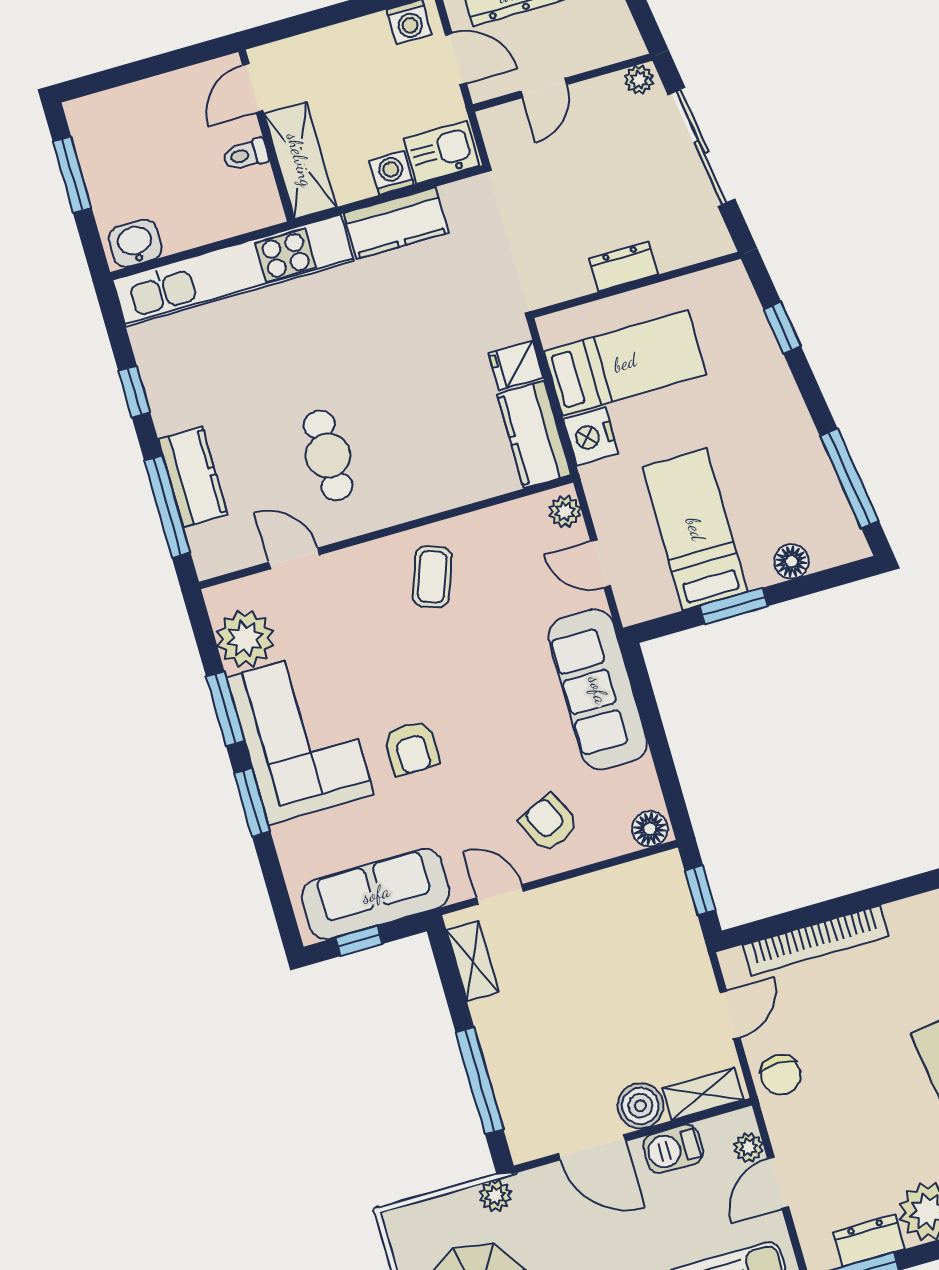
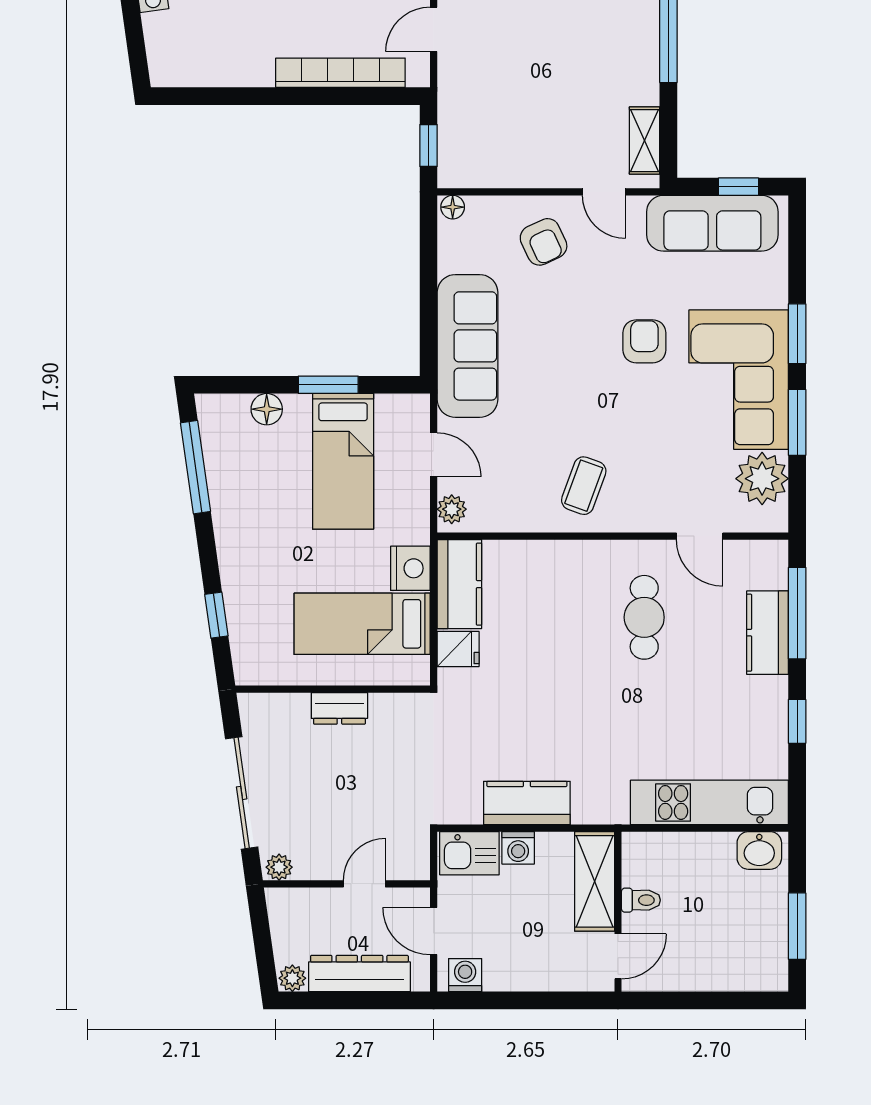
kitchen unit: (233, 270) -> (709, 802), width x0.73
floor lamp: (650, 829) -> (453, 207), width x0.73, depth x0.73

